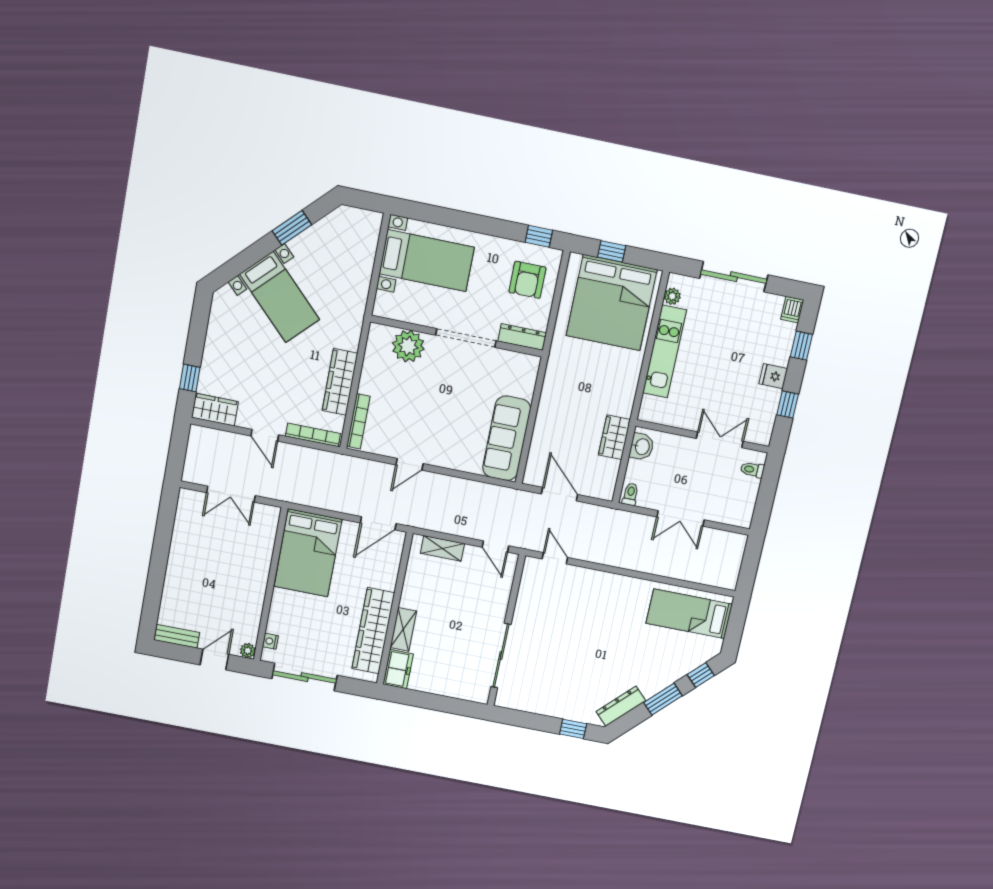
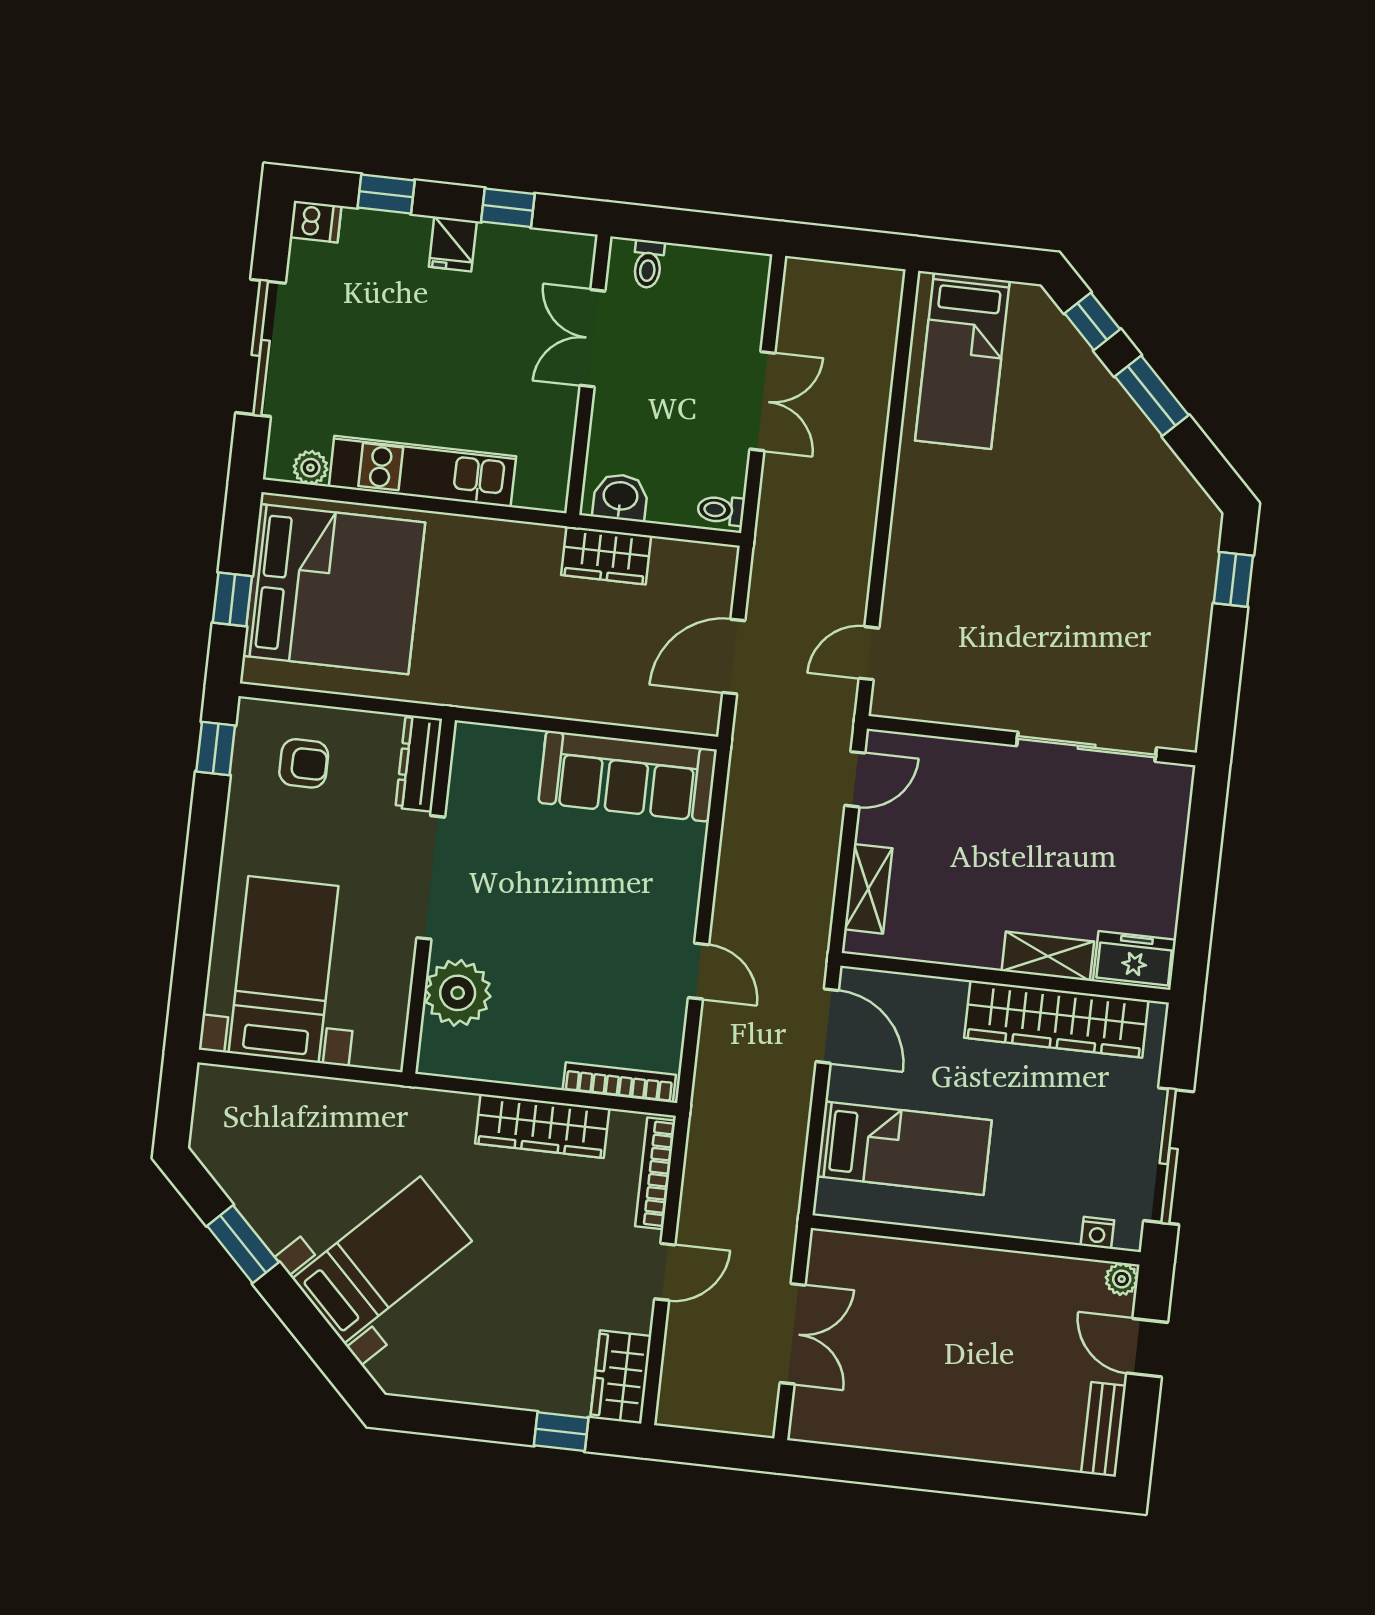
armchair: (527, 280) -> (304, 763), width x0.72, depth x0.72
bed: (308, 553) -> (904, 1148), width x0.67
dresser: (621, 706) -> (1175, 483), removed

